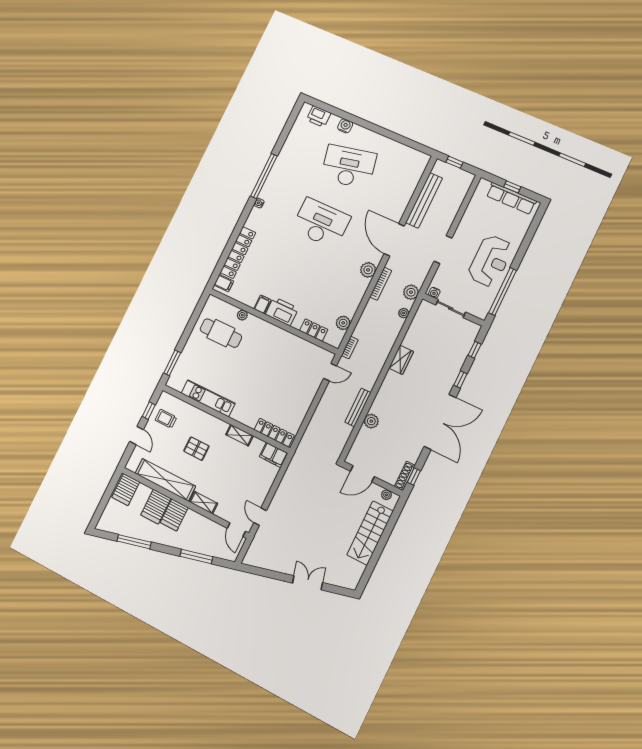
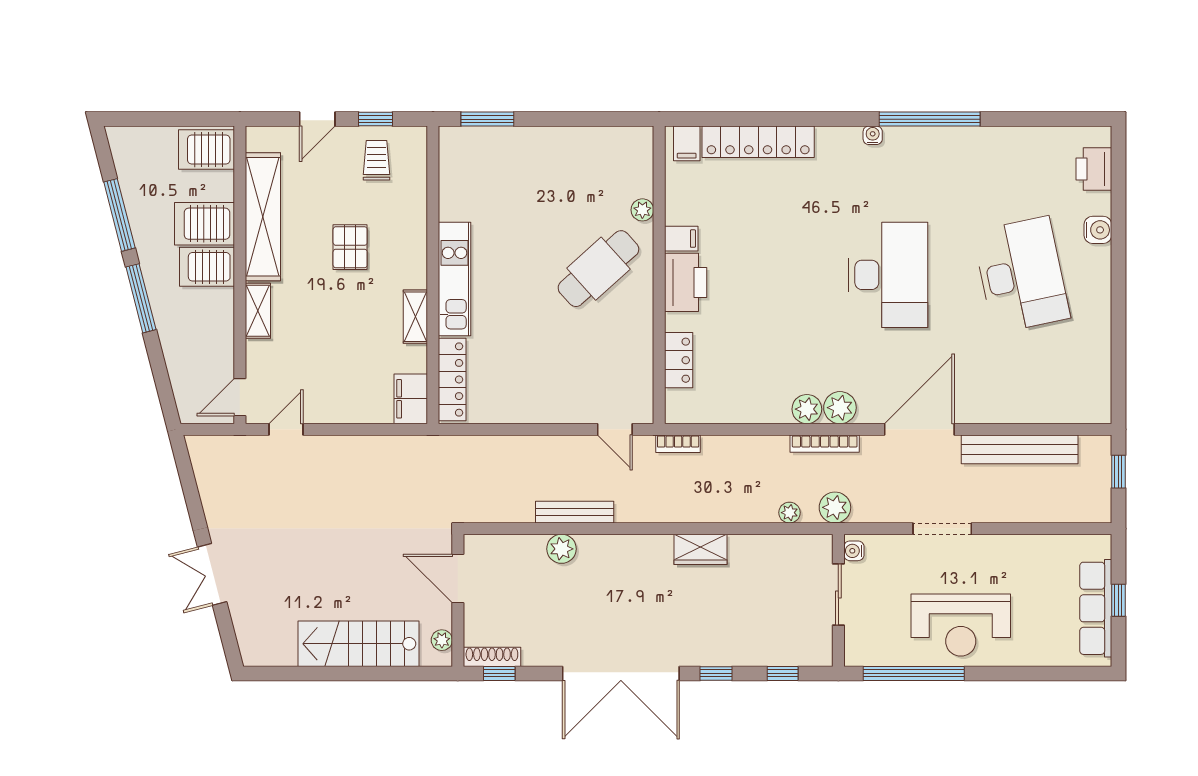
plant: (343, 323) -> (807, 409), moved
cafe table: (221, 333) -> (598, 269), moved, turned 48
kitchen unit: (208, 398) -> (455, 279), moved
window: (196, 556) -> (141, 298), moved
double door: (308, 583) -> (212, 574), swing flipped

